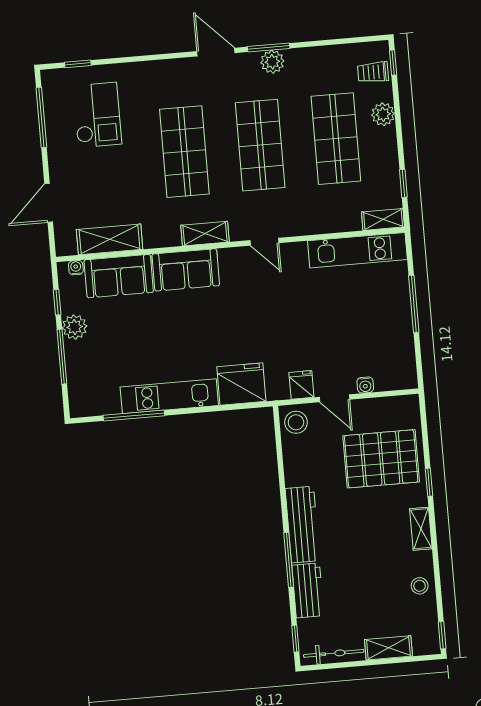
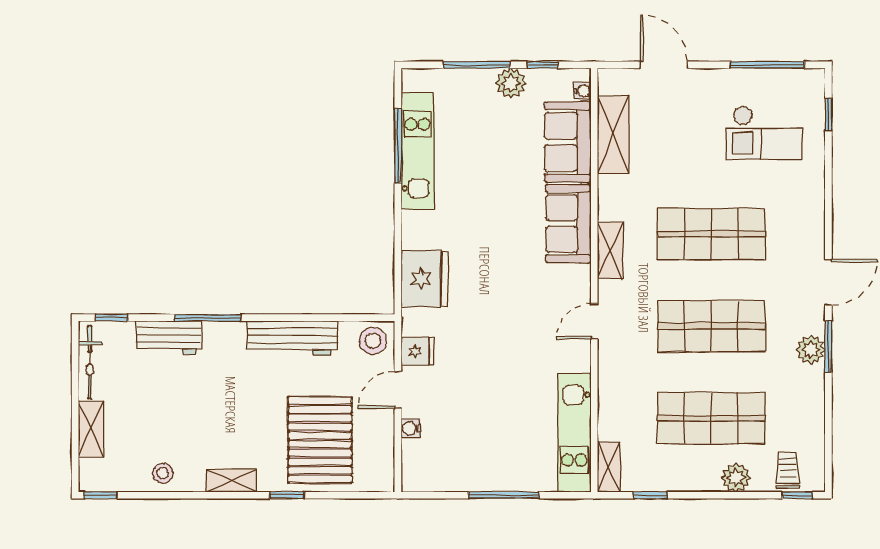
kitchen unit: (169, 396) -> (418, 151), moved
workbench: (302, 525) -> (292, 338), moved

